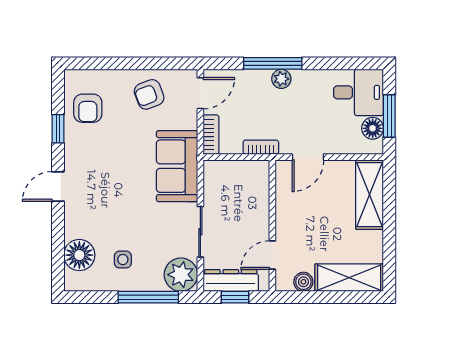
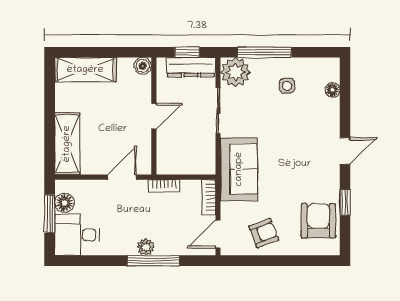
armchair: (88, 108) -> (318, 221), width x1.38, depth x1.38
floor lamp: (79, 255) -> (332, 90), width x0.53, depth x0.53
door: (272, 255) -> (154, 116), moved
boiler: (303, 282) -> (143, 66), moved

